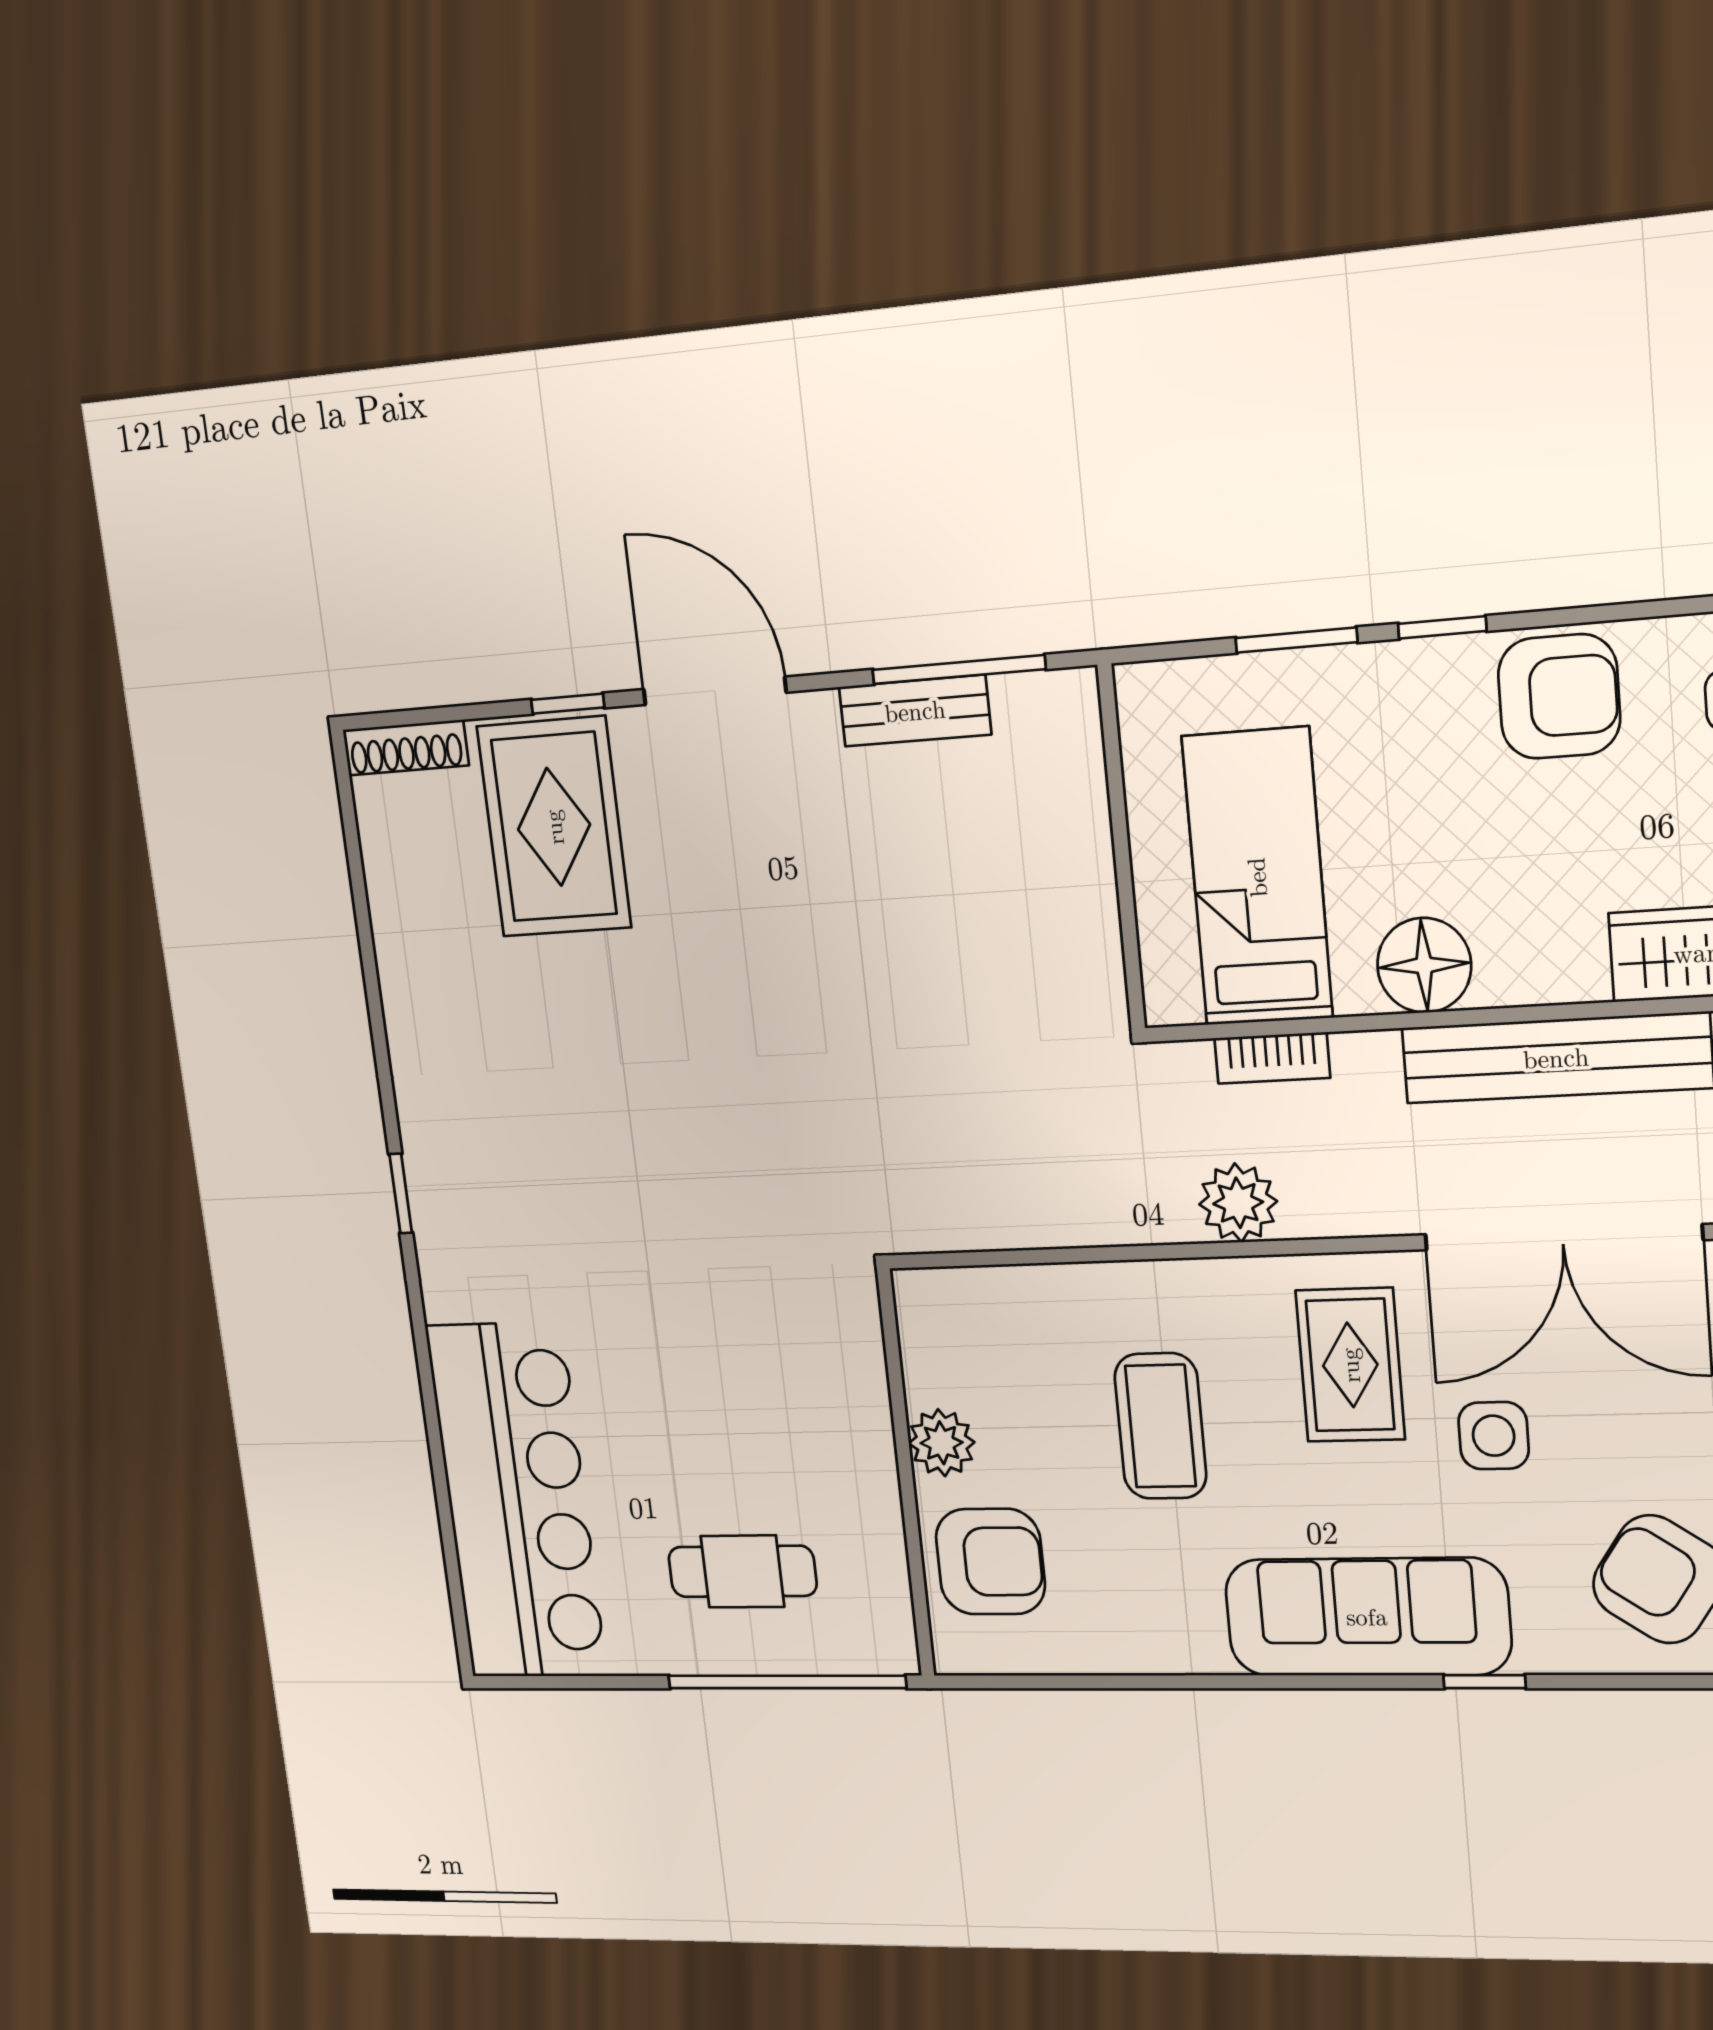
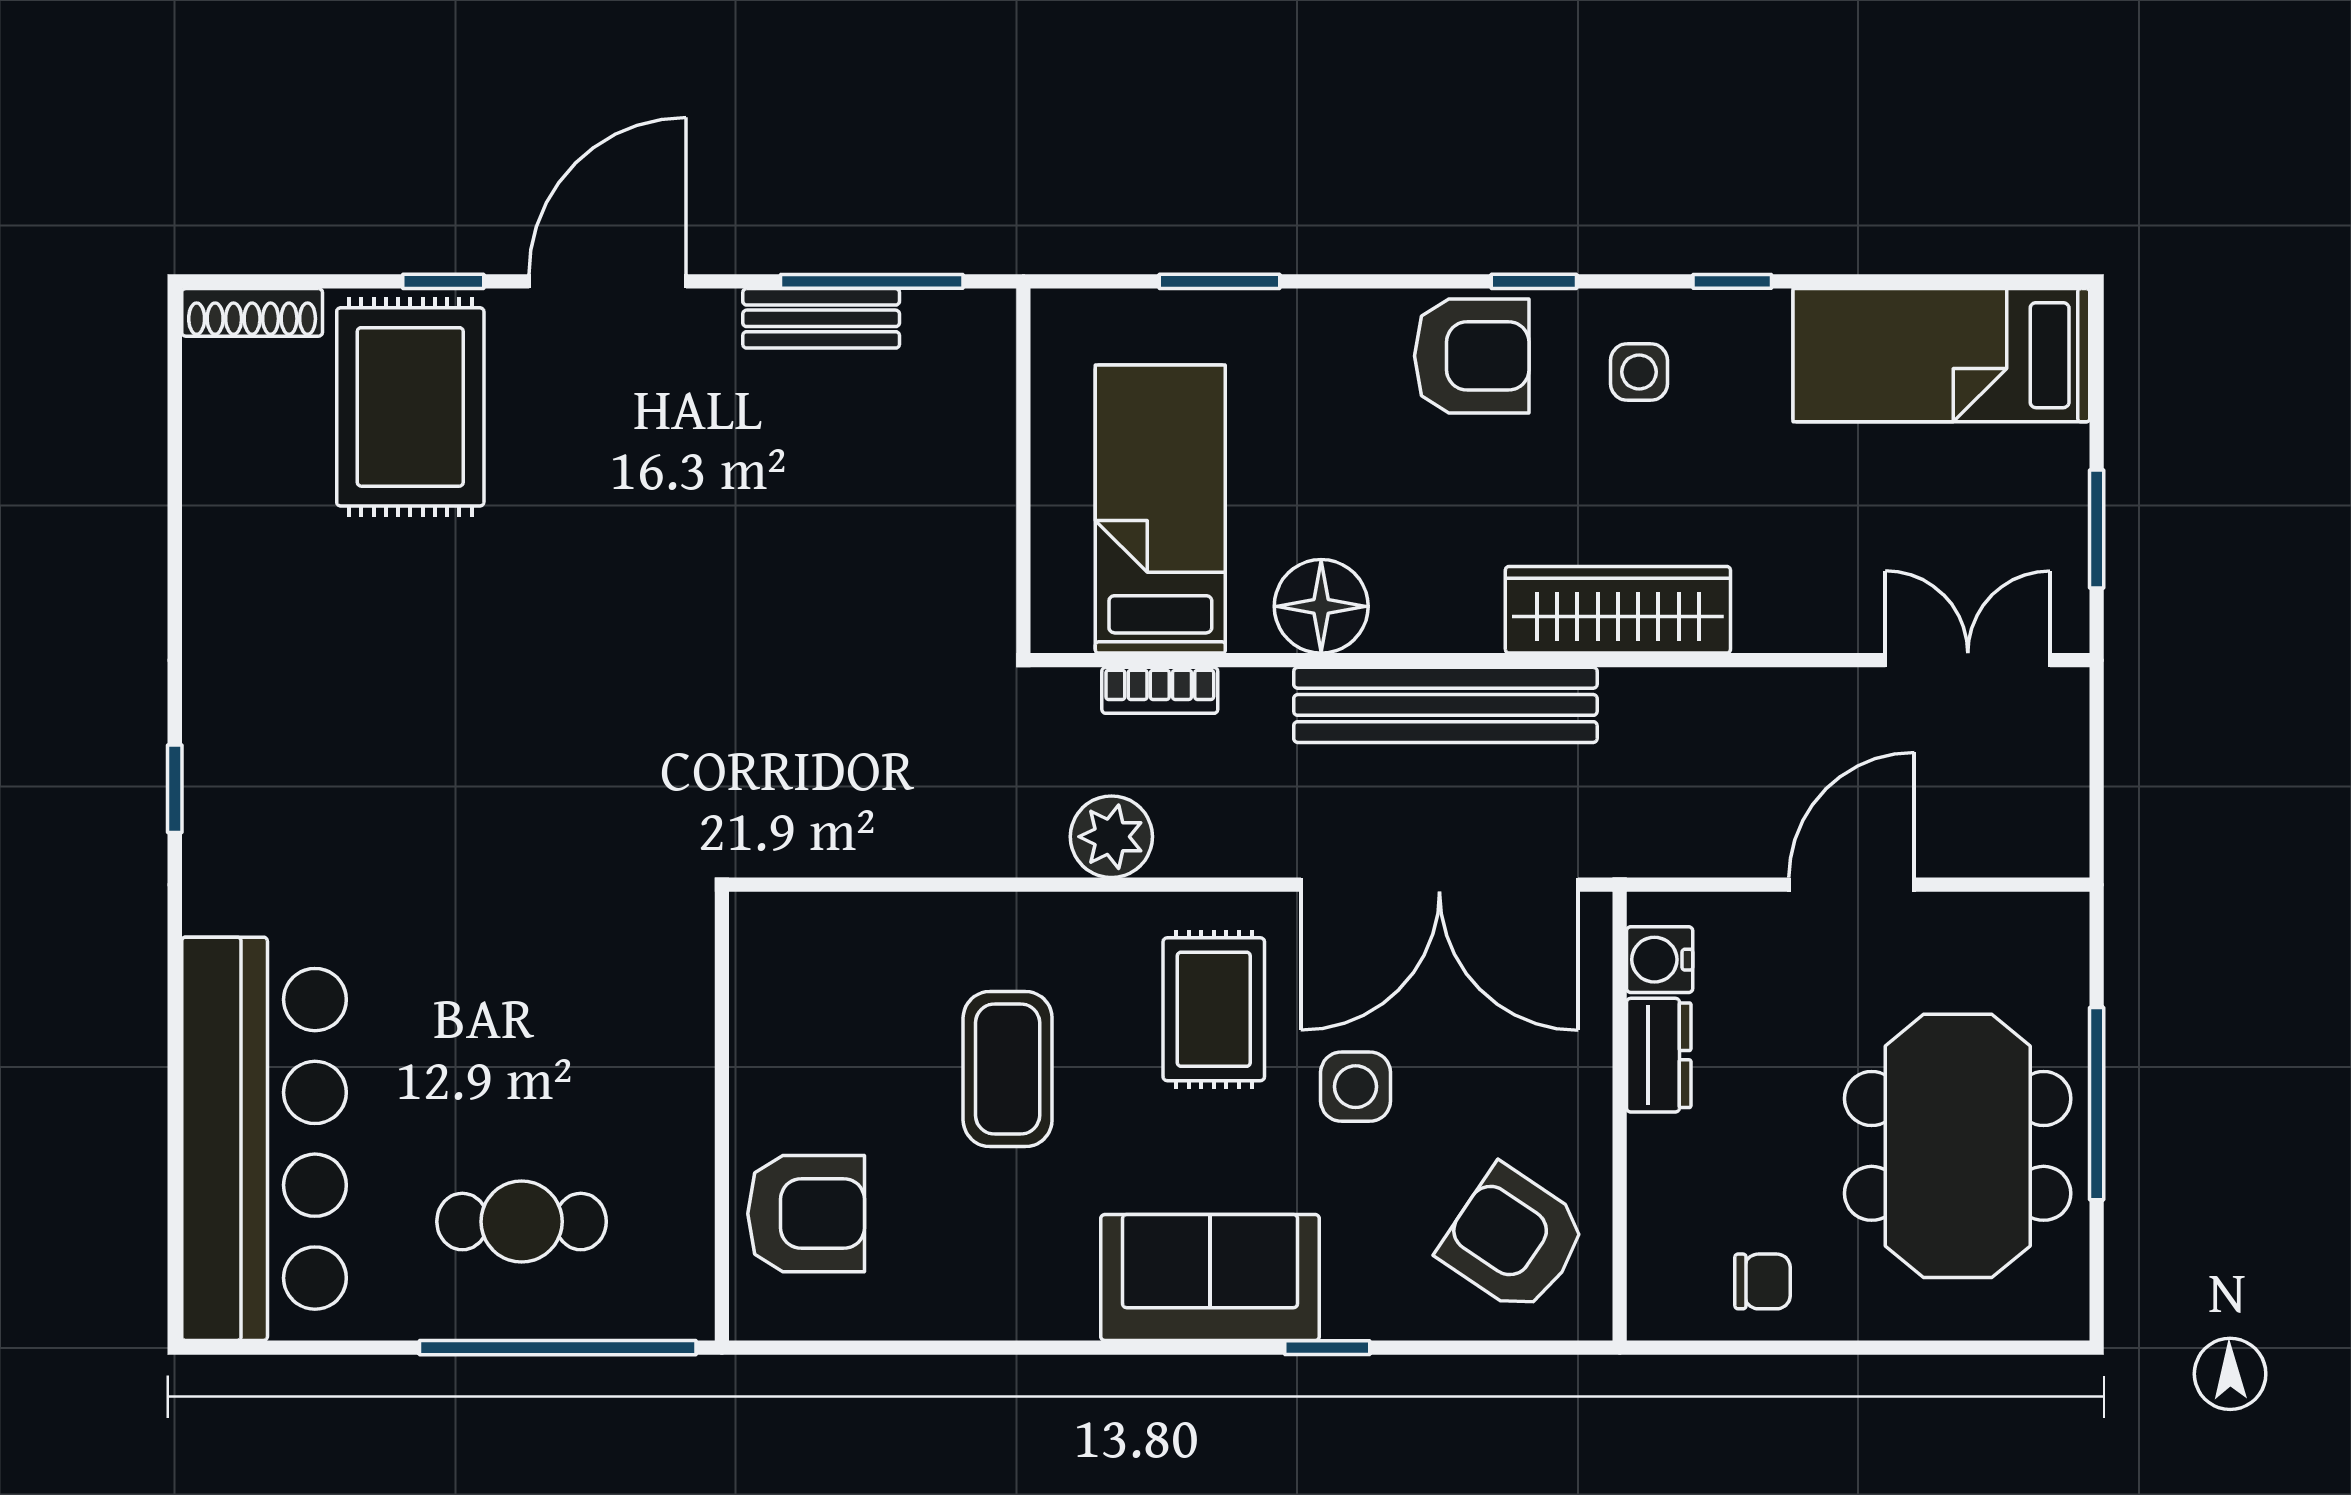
window: (1442, 627) -> (1534, 281), moved
door: (715, 691) -> (608, 281), hinge flipped
plant: (942, 1443) -> (766, 1082), removed
sofa: (1367, 1617) -> (1210, 1277), width x0.73

